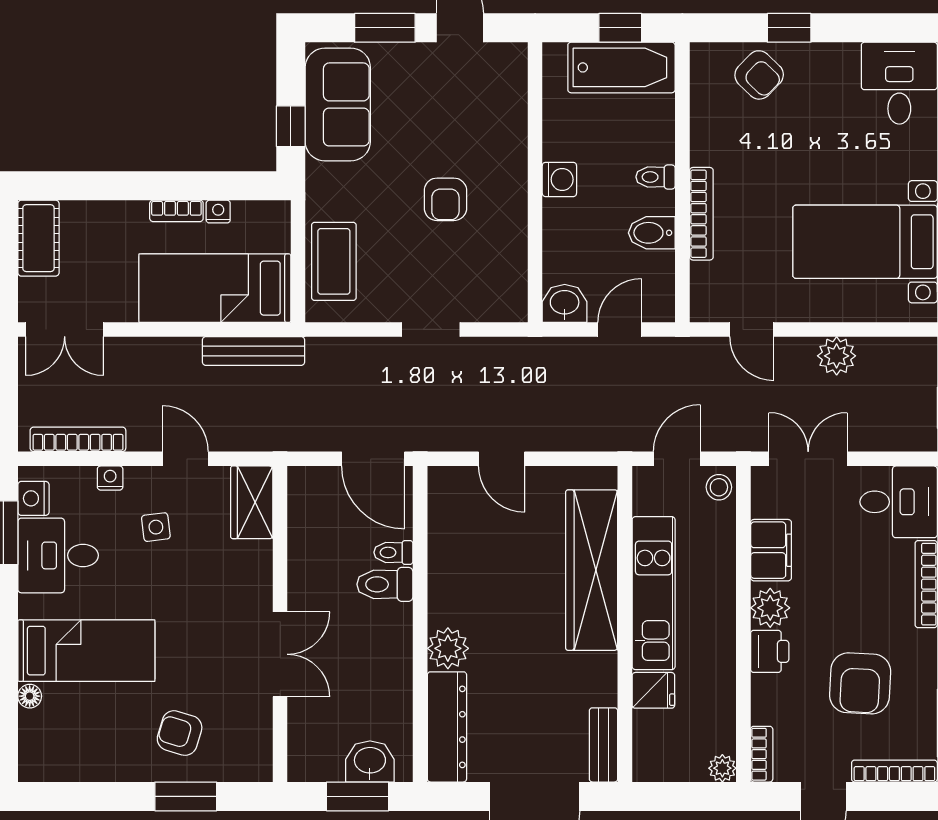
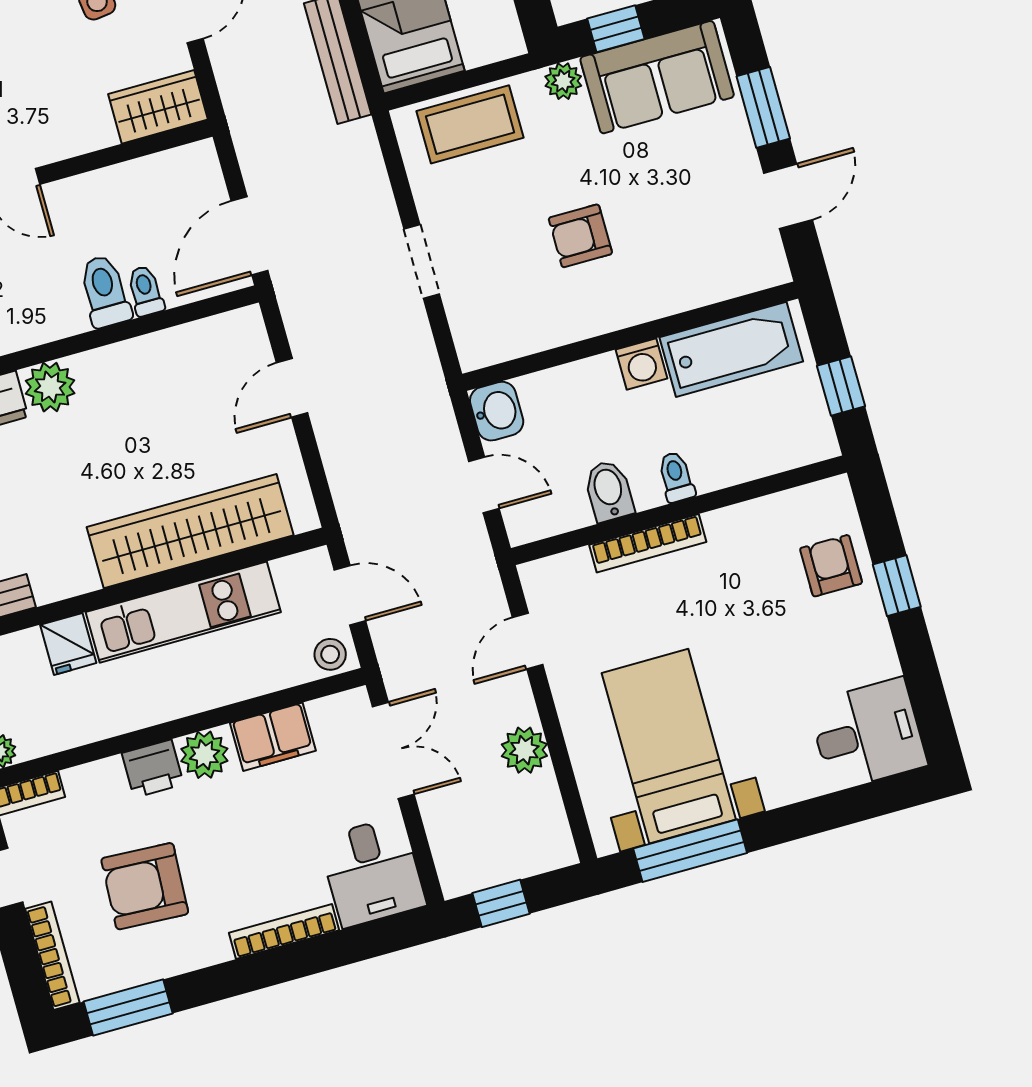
bathtub: (621, 67) -> (731, 349), moved, turned -90
armchair: (759, 75) -> (831, 566), turned 136
plant: (320, 179) -> (563, 81), added

